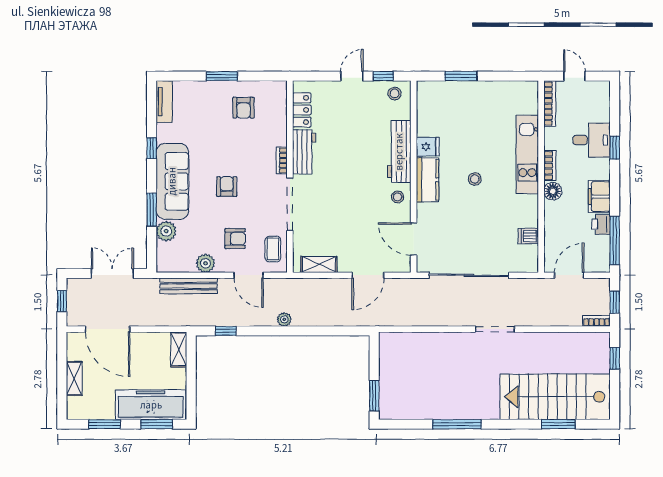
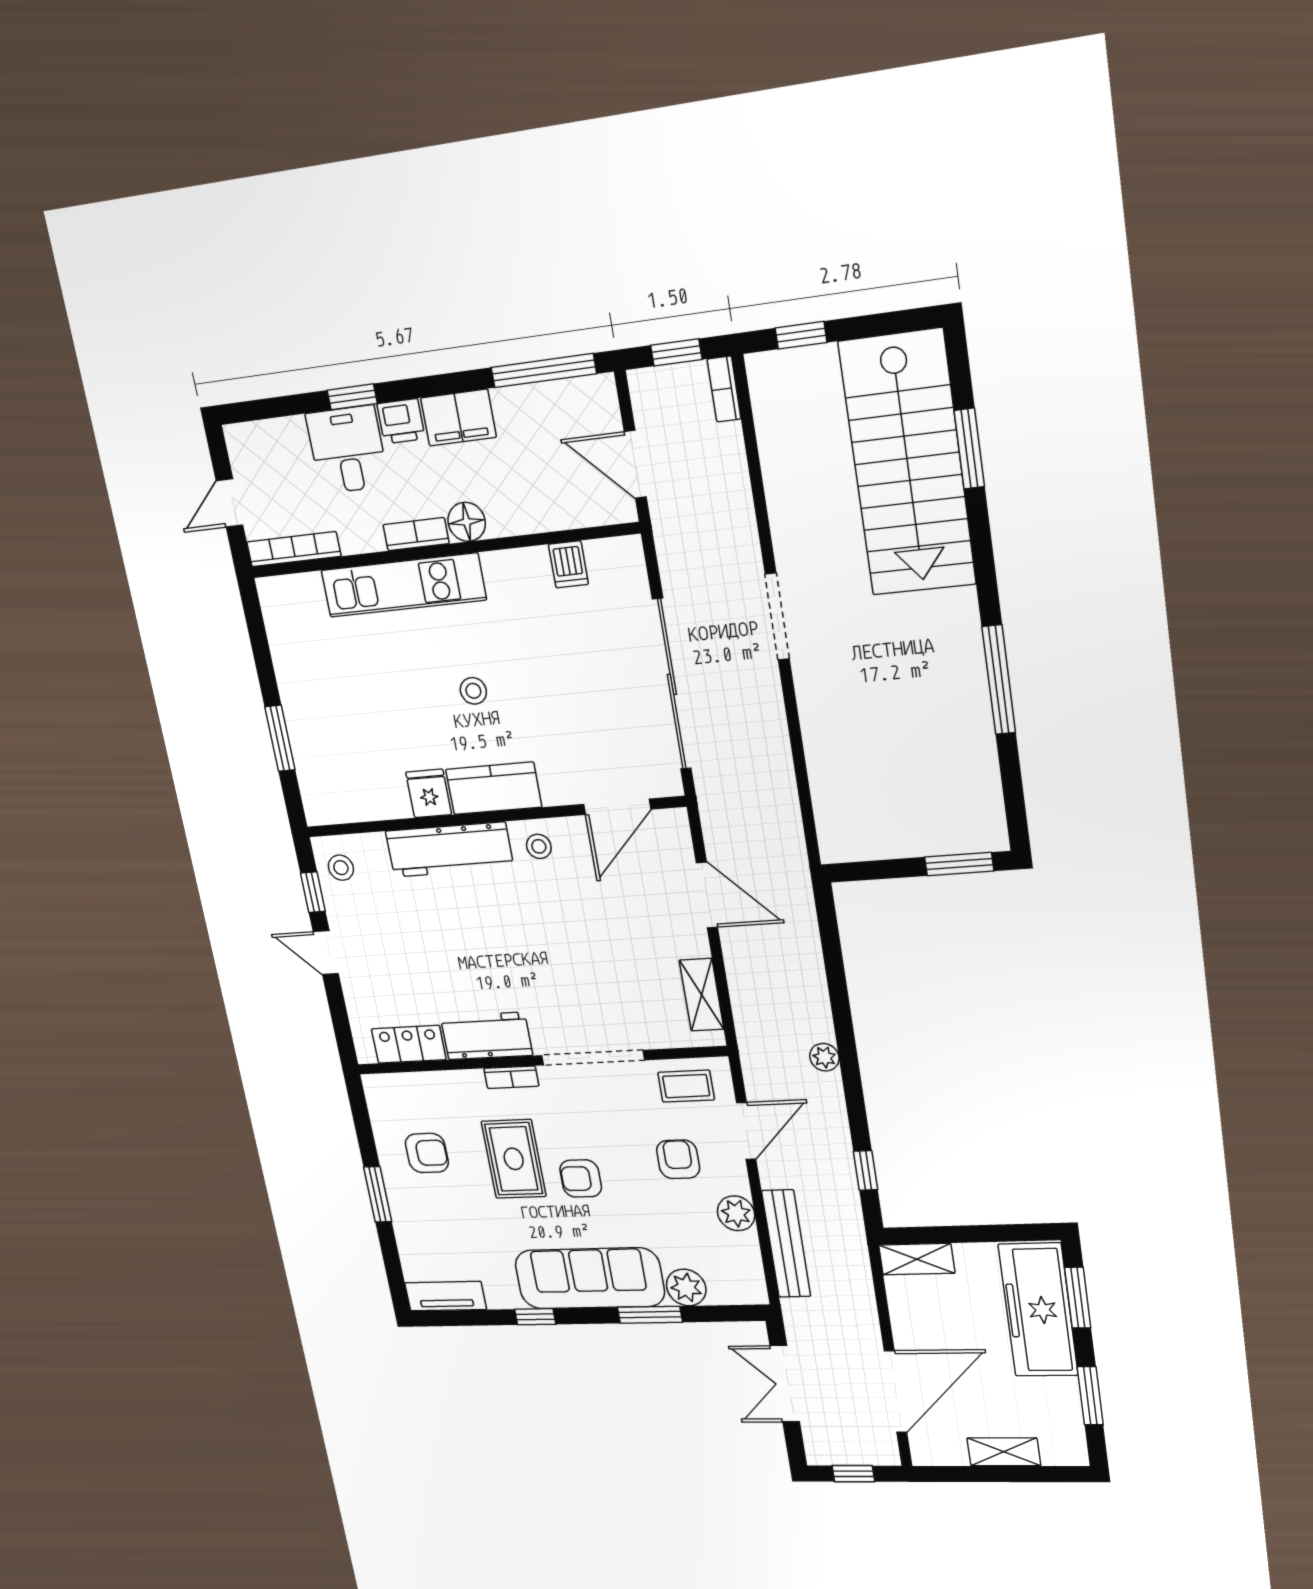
rug: (239, 153) -> (514, 1159), added
printer: (601, 224) -> (401, 421), moved

